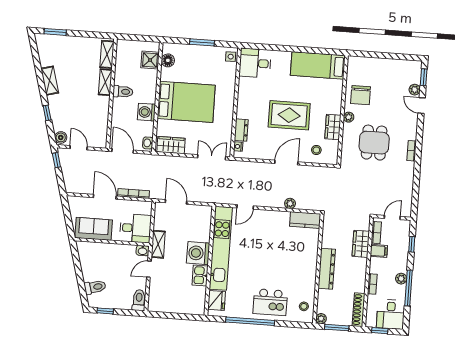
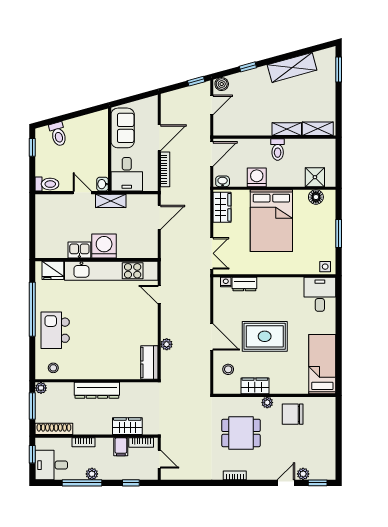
shelving: (50, 81) -> (292, 67), width x1.50, depth x1.33
rug: (289, 115) -> (265, 336), turned 90

